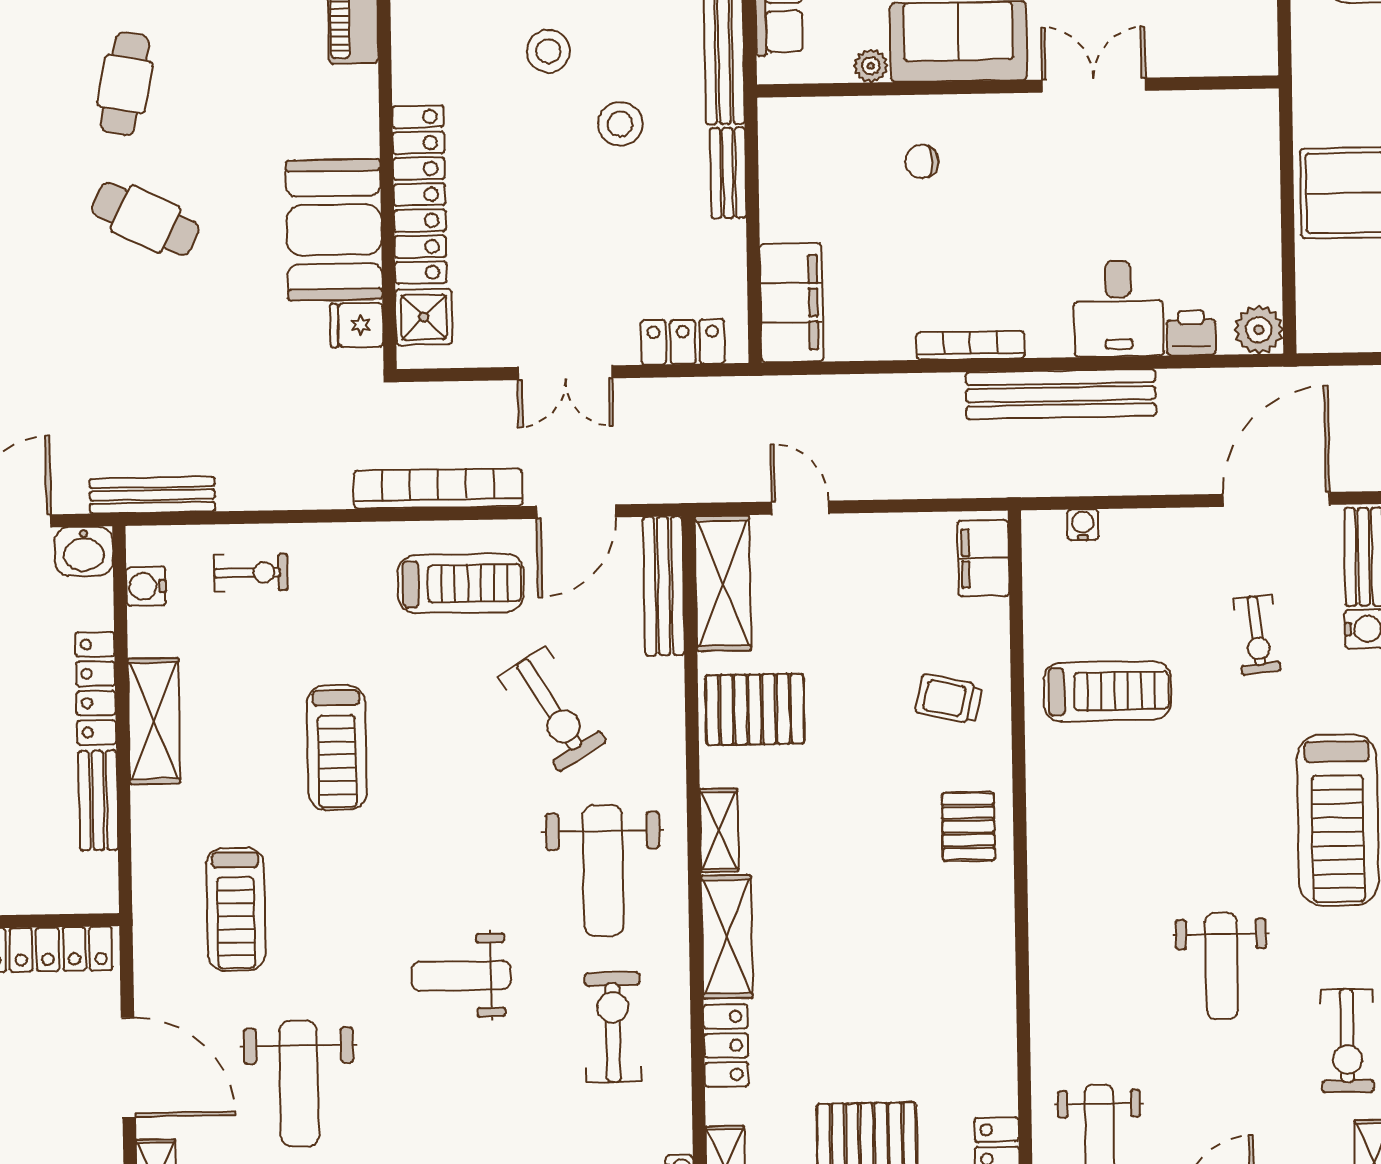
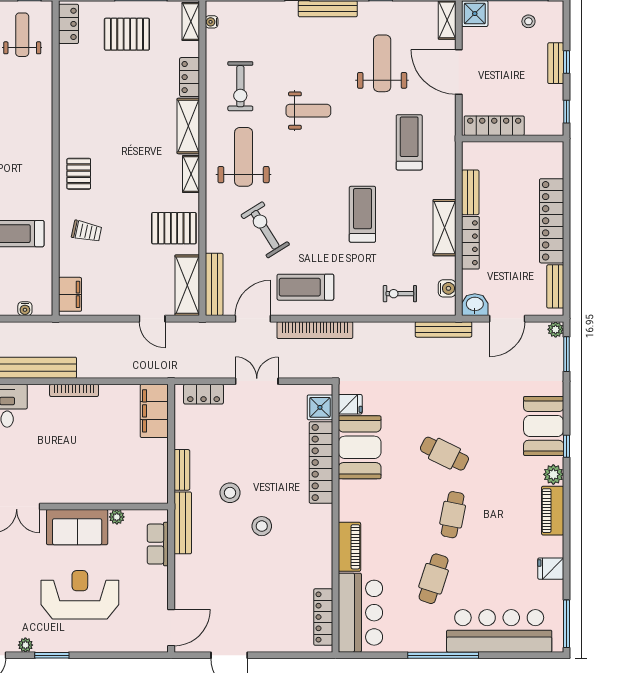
chair: (922, 162) -> (94, 473), removed

